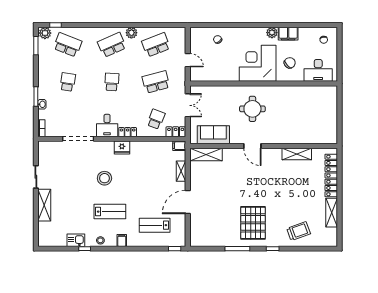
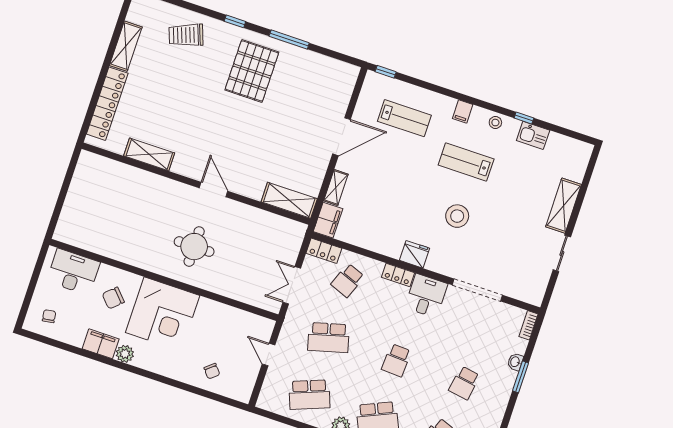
sofa: (213, 135) -> (268, 227), removed
filing cabinet: (179, 146) -> (328, 220), width x2.00

